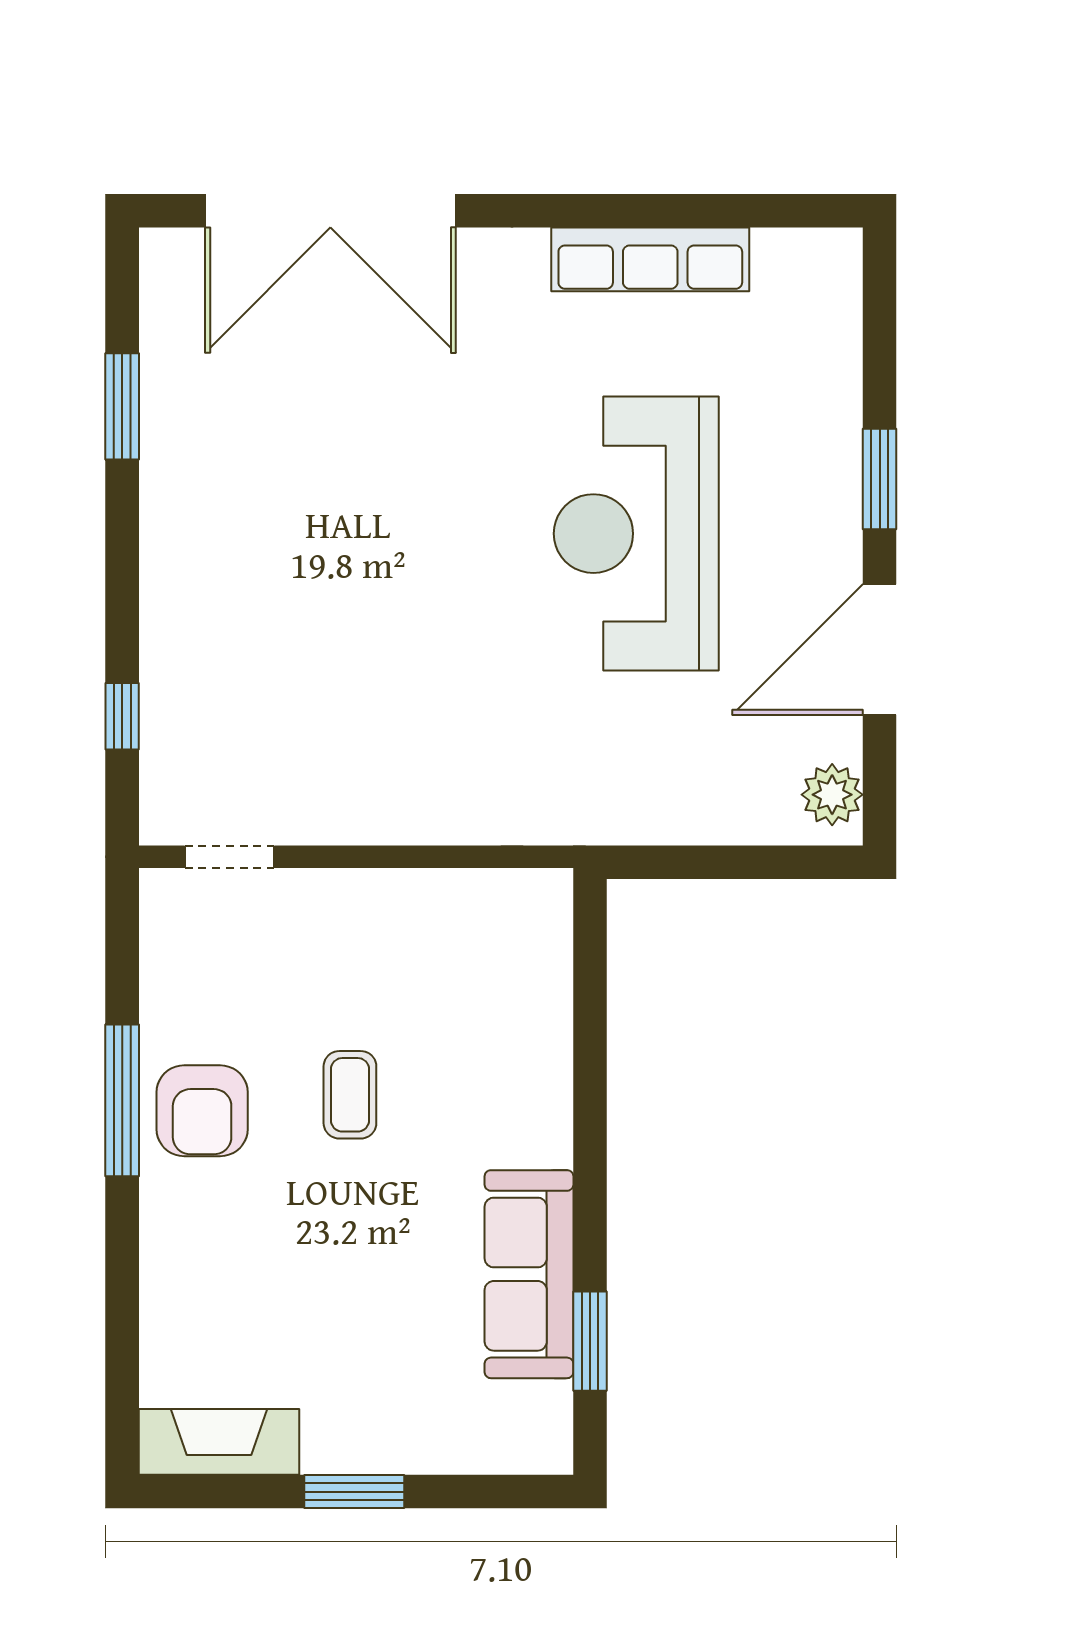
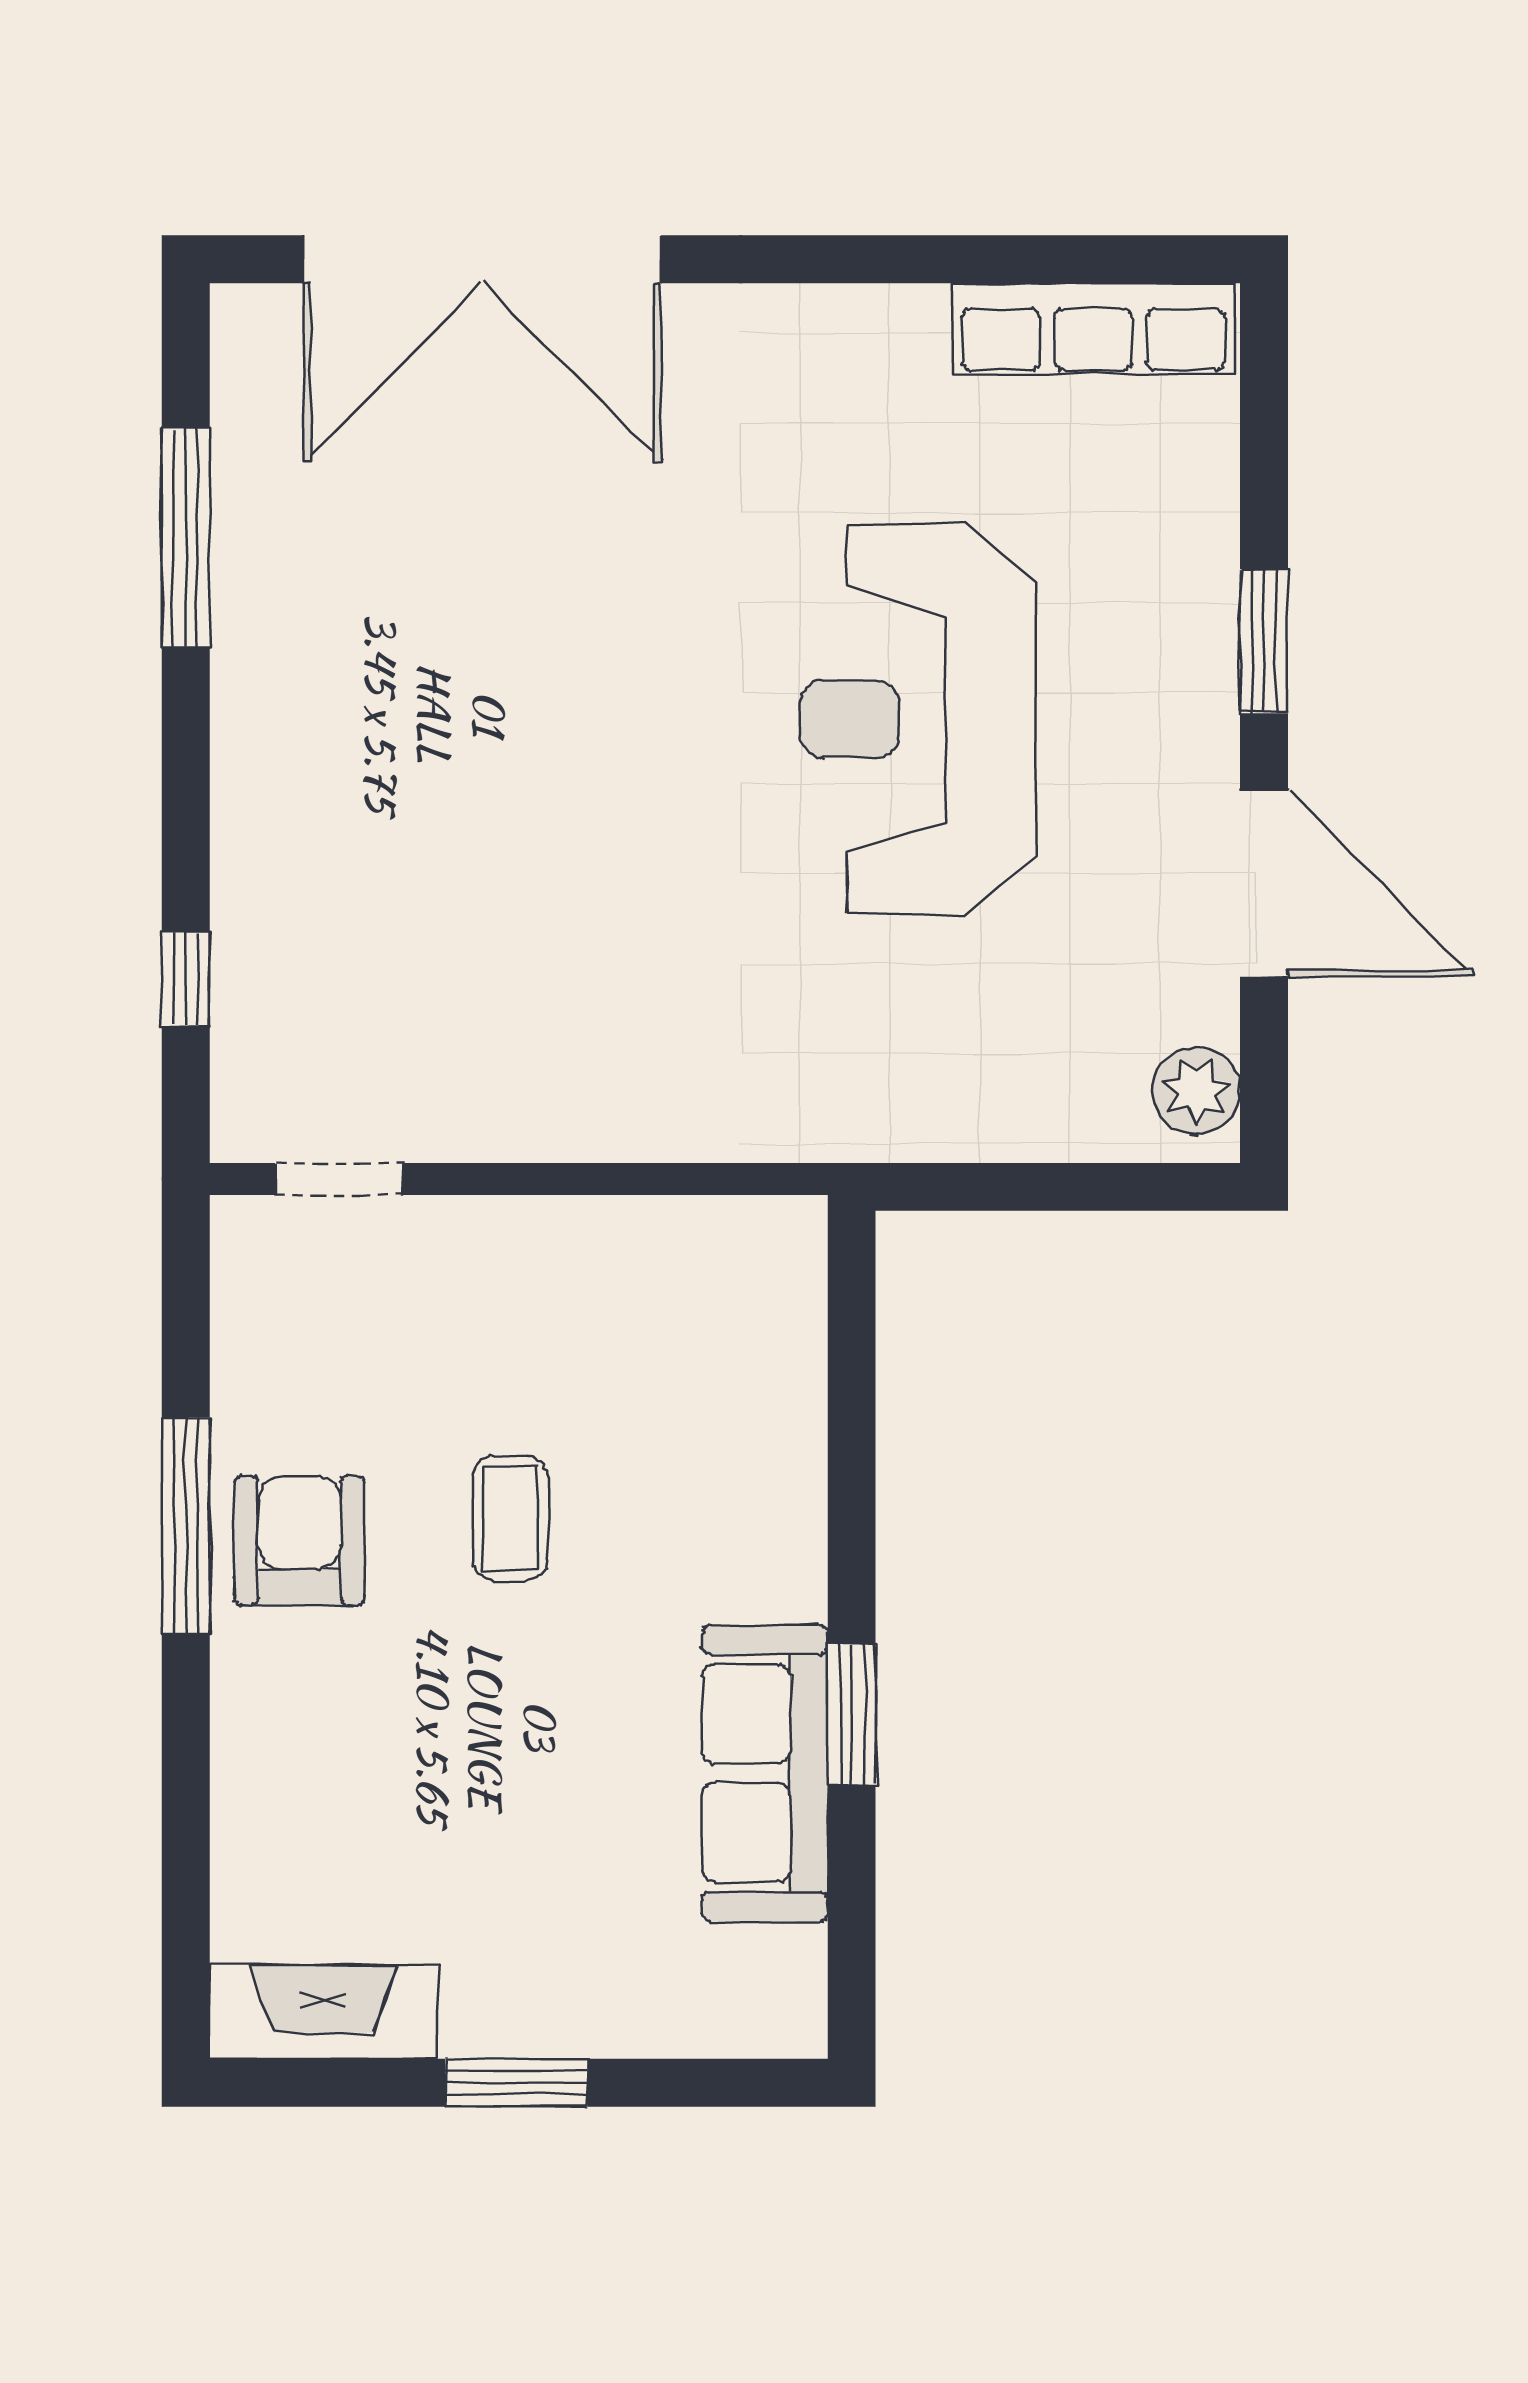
row of seats: (650, 259) -> (1093, 329), moved
window: (122, 406) -> (186, 538), width x1.44
door: (880, 649) -> (1264, 884), swing flipped
armchair: (202, 1111) -> (299, 1541), turned 180
window: (590, 1341) -> (852, 1715), moved

